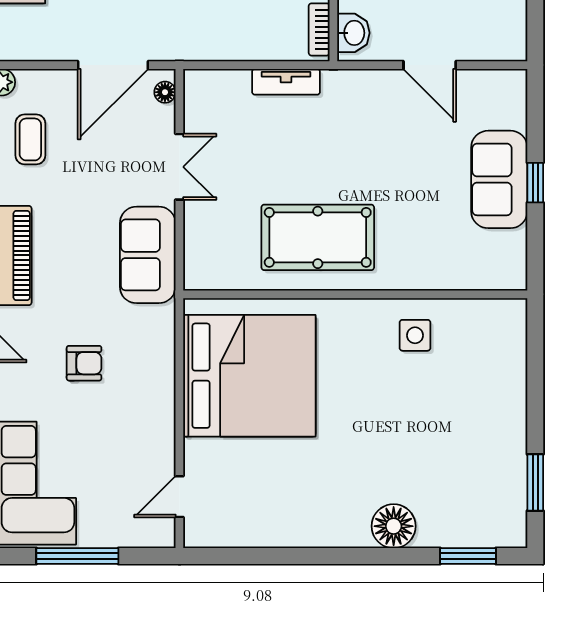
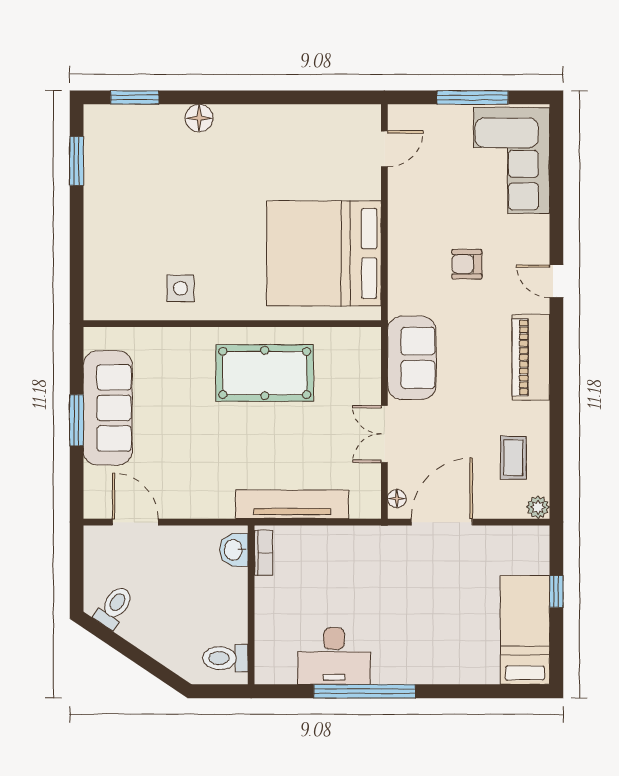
door: (430, 65) -> (135, 522), moved
tv unit: (286, 82) -> (292, 504), width x1.92, depth x1.29
sofa: (499, 179) -> (108, 408), width x1.36
window: (535, 183) -> (77, 420), width x1.50
floor lamp: (394, 526) -> (199, 118), width x0.73, depth x0.73

